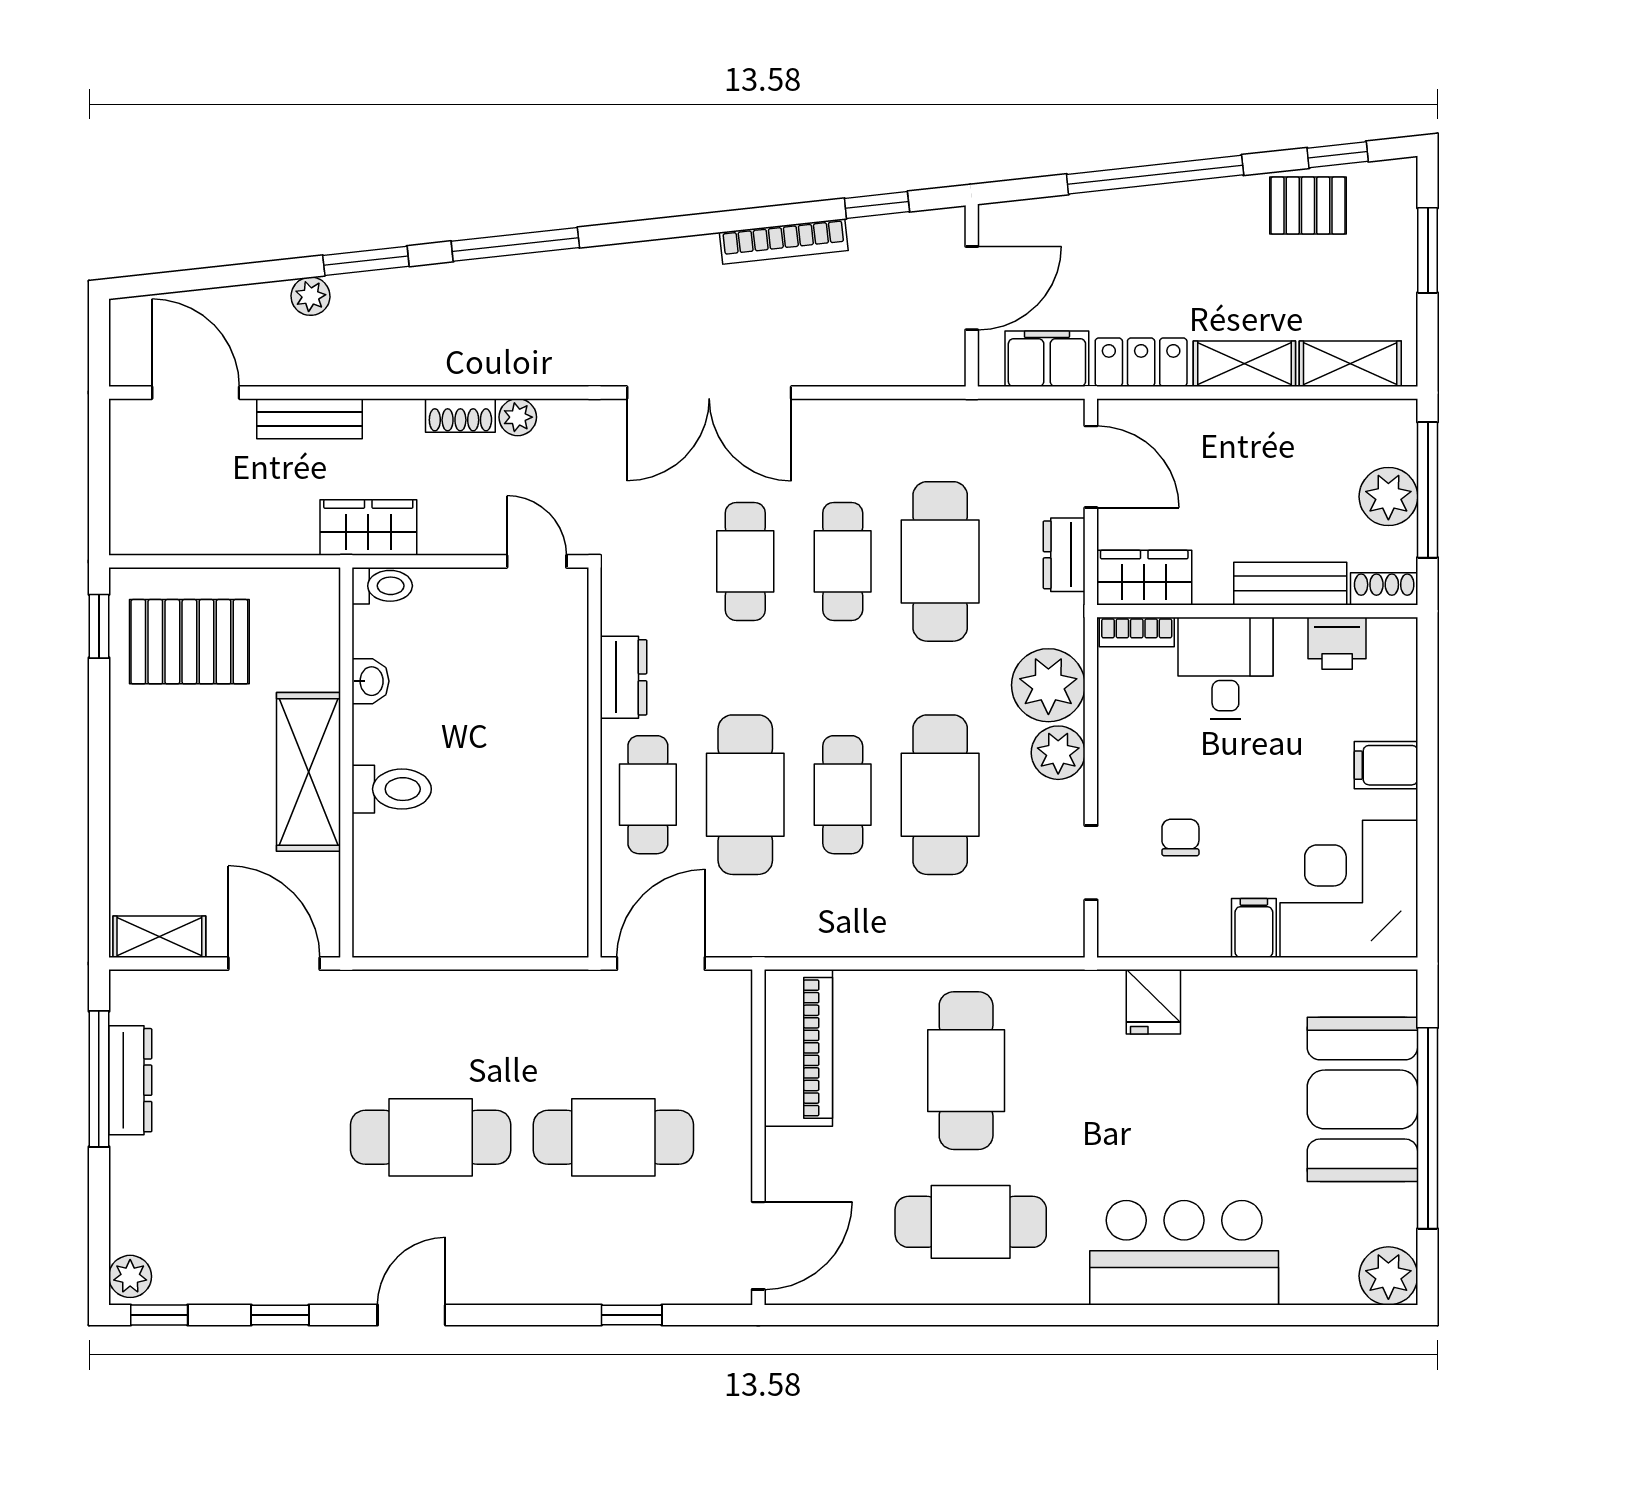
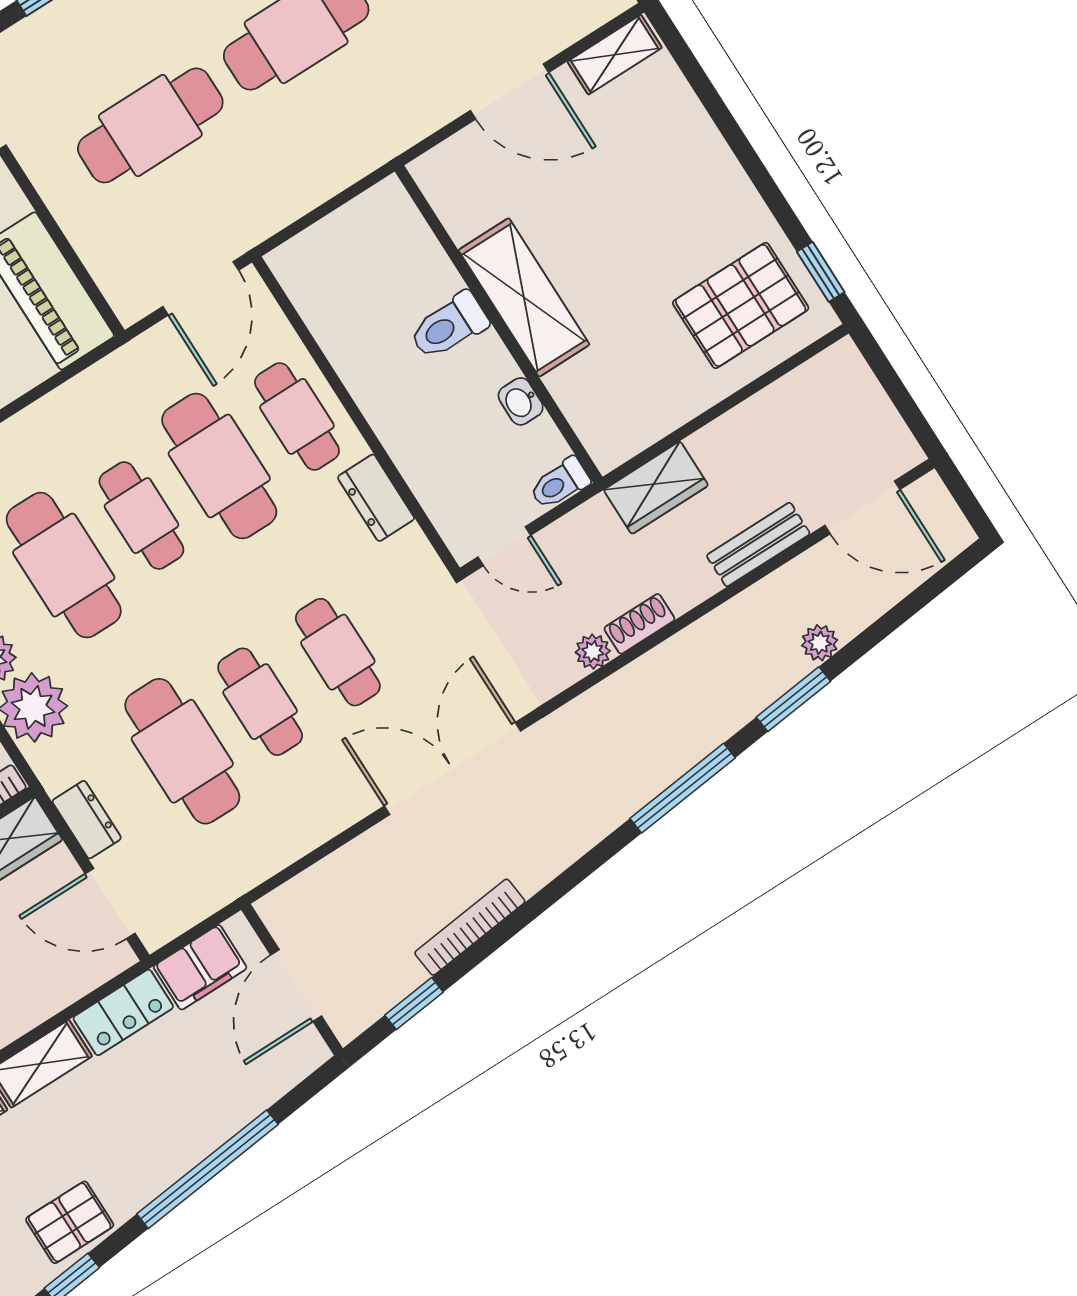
toilet: (382, 586) -> (560, 483), moved
washbasin: (370, 681) -> (521, 401), moved
wall: (346, 762) -> (499, 324), moved
shelving: (308, 772) -> (524, 297), moved
toilet: (392, 789) -> (449, 326), moved

